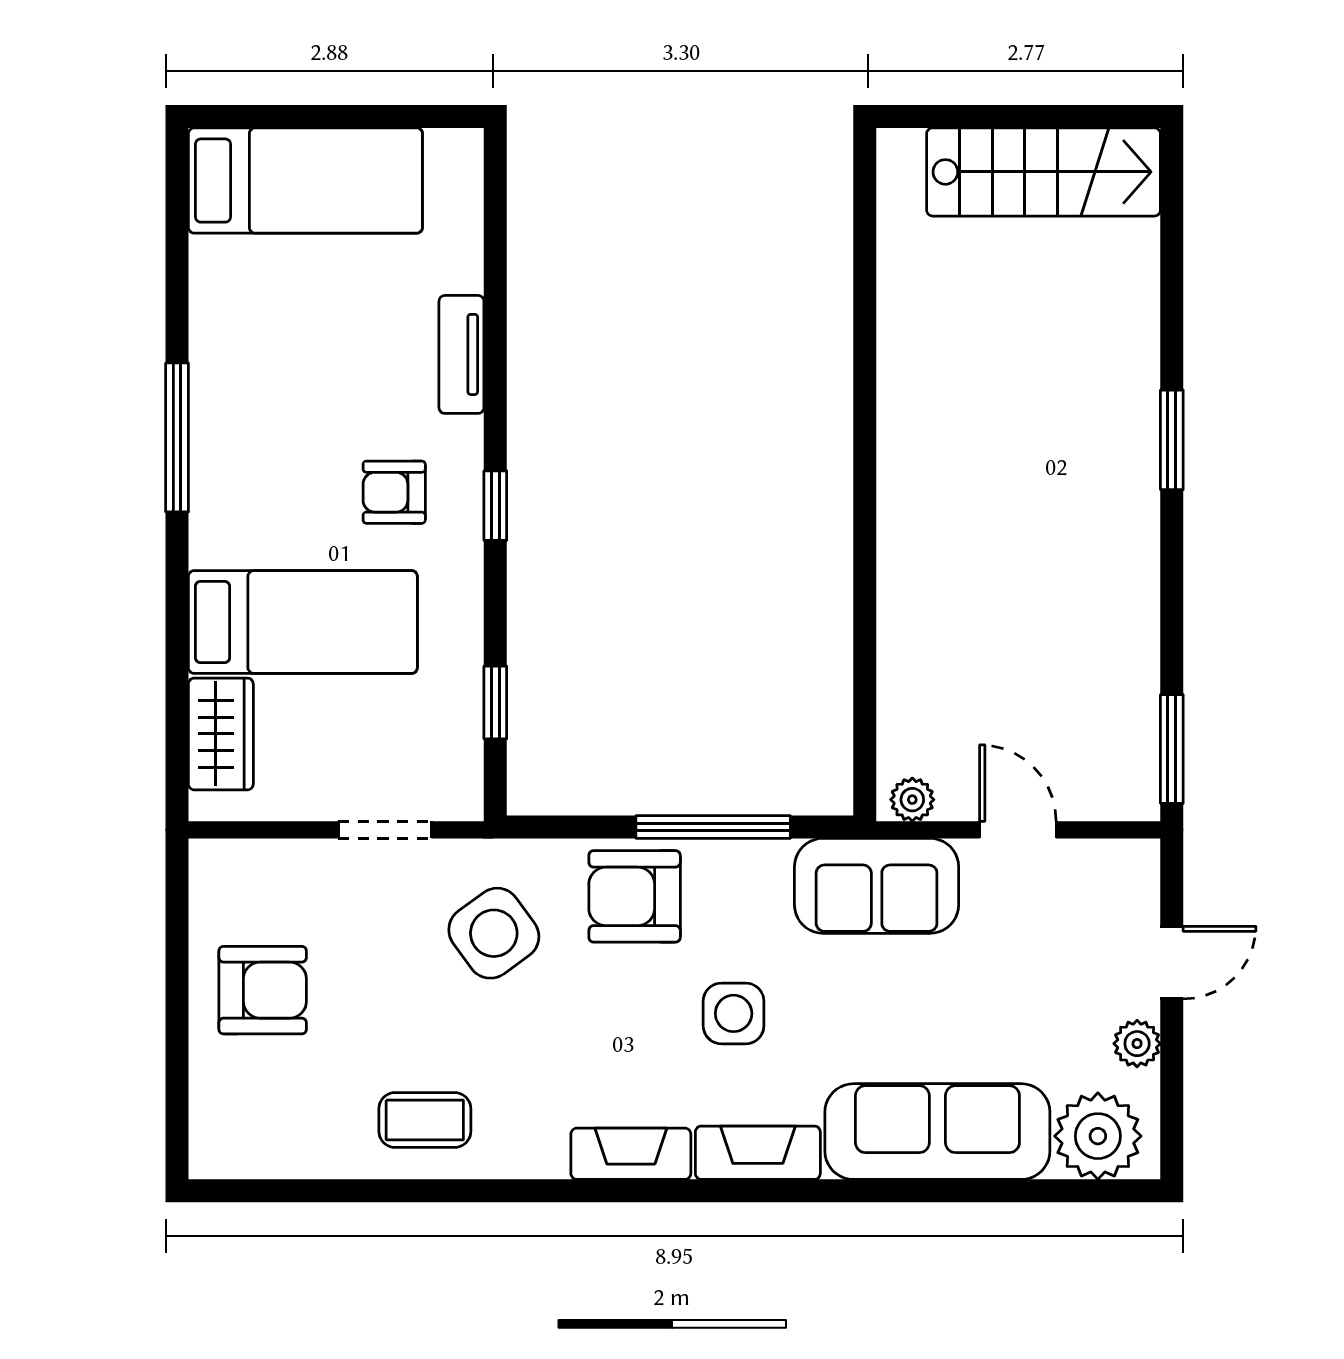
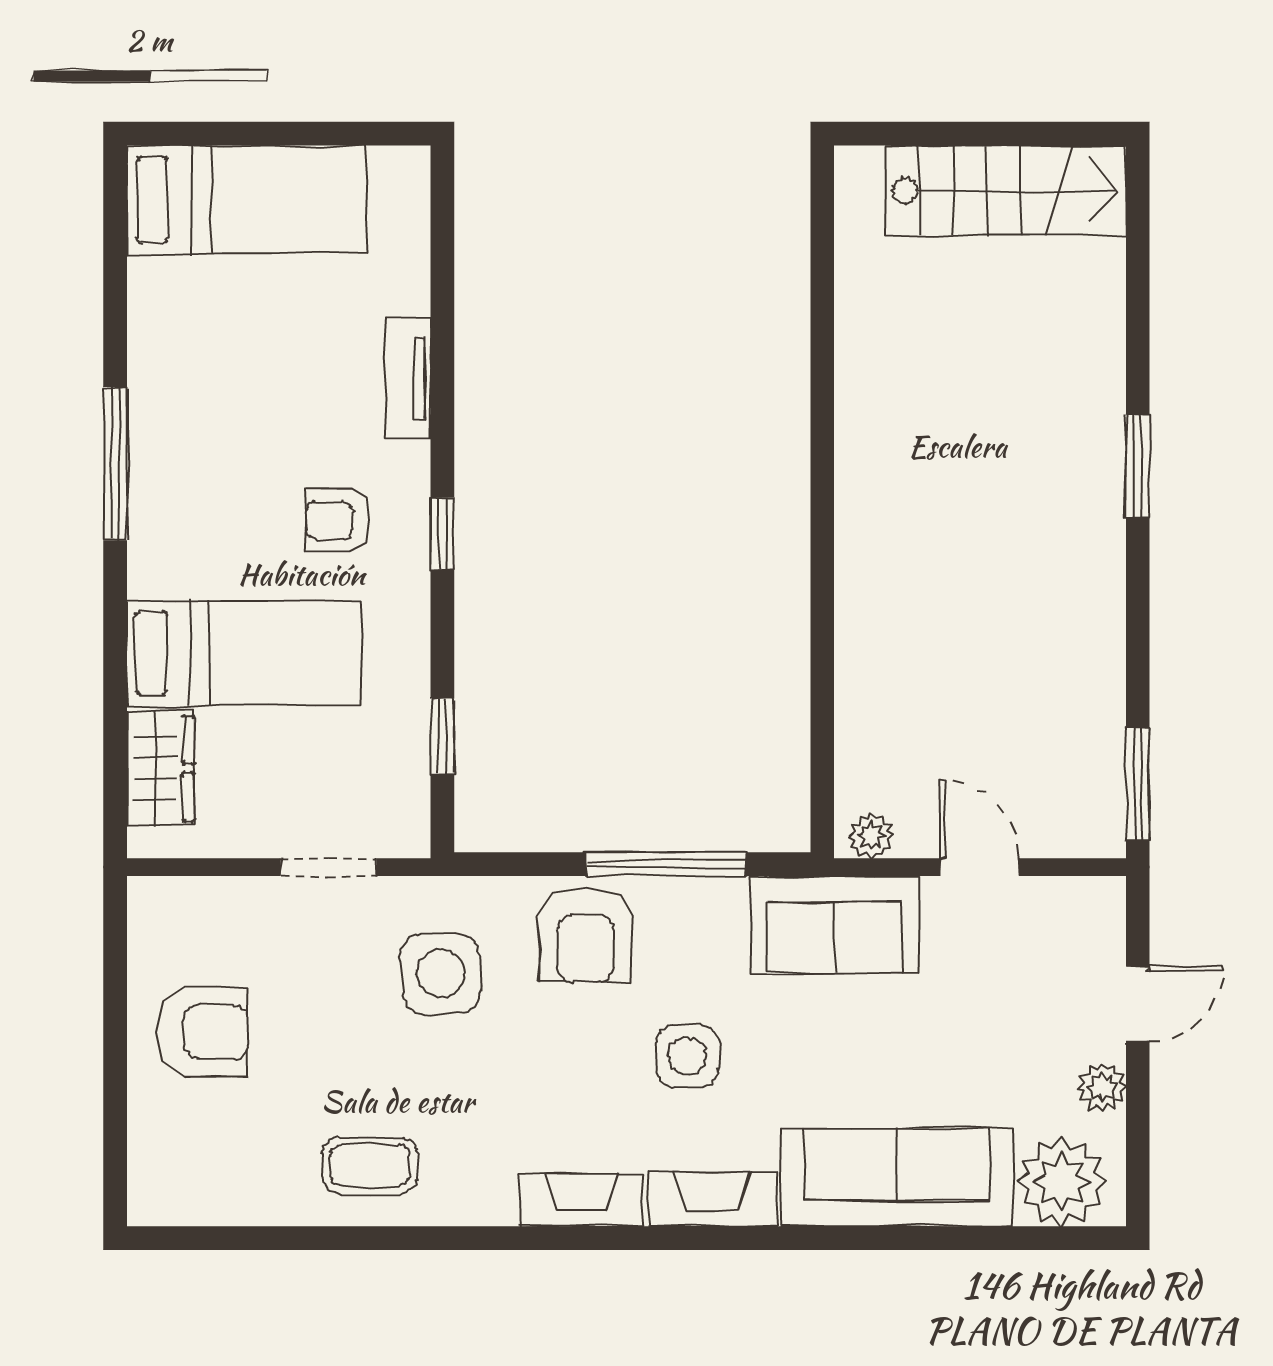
armchair: (635, 896) -> (585, 935), turned -90
side table: (494, 933) -> (441, 973), turned 32

